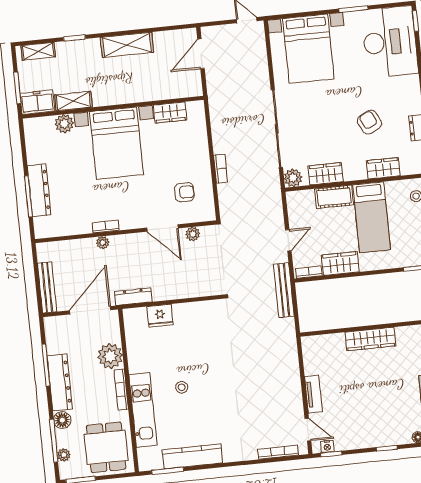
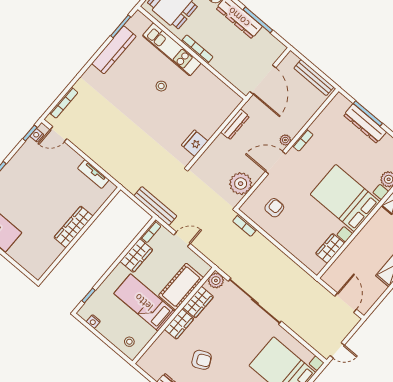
wardrobe: (383, 168) -> (179, 324), moved
bookcase: (221, 169) -> (245, 225), moved
armchair: (184, 192) -> (274, 208), turned 180
cot: (334, 197) -> (181, 287), width x1.37, depth x1.34
door: (162, 228) -> (275, 163), moved
plant: (193, 234) -> (241, 184), width x1.88, depth x1.88
door: (288, 240) -> (182, 239), swing flipped
plant: (103, 243) -> (285, 140), moved
bench: (47, 287) -> (314, 78), moved
dresser: (133, 297) -> (235, 124), moved
fridge: (160, 316) -> (195, 143), moved
plant: (110, 356) -> (224, 63), removed
tv unit: (313, 394) -> (93, 174), moved

